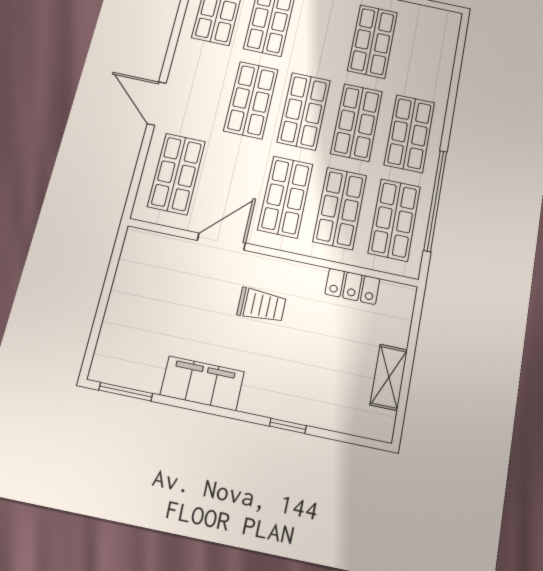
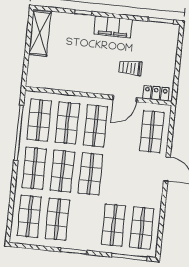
shop shelf: (251, 100) -> (29, 216), moved
locker: (352, 286) -> (156, 93), moved
trolley: (262, 305) -> (130, 68), moved
shelving: (389, 377) -> (40, 33), width x1.50, depth x1.33
filing cabinet: (202, 383) -> (113, 27), moved

